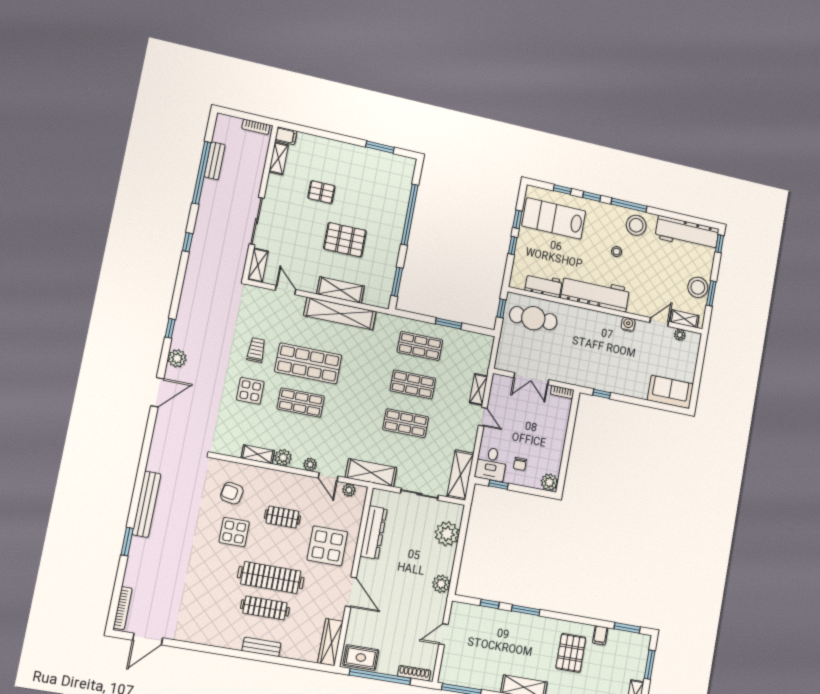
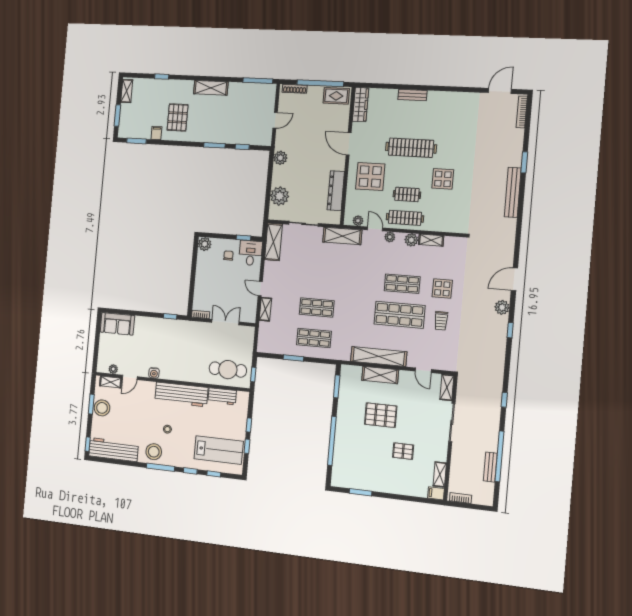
shop shelf: (406, 423) -> (319, 277), removed
armchair: (232, 493) -> (448, 208), removed
clothes rail: (265, 608) -> (405, 218), moved

